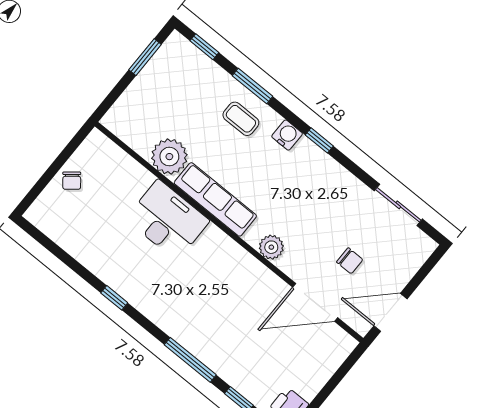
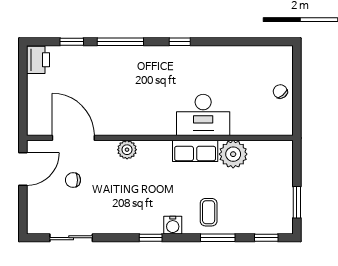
coffee table: (241, 119) -> (209, 212), turned 90
row of seats: (215, 199) -> (195, 151), width x0.68
window: (114, 298) -> (180, 42), moved
door: (315, 302) -> (73, 138), hinge flipped

